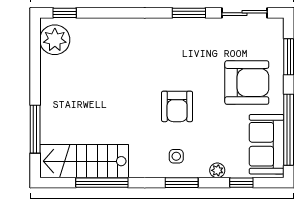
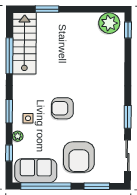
window: (35, 129) -> (47, 9), width x0.69
side table: (176, 156) -> (28, 118), moved

